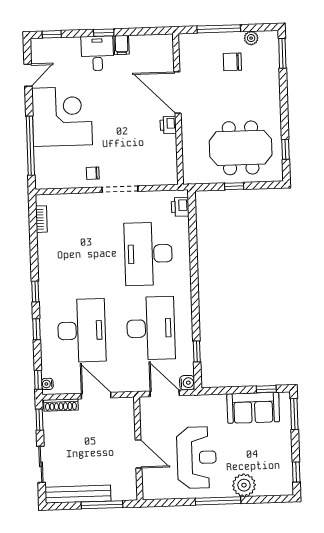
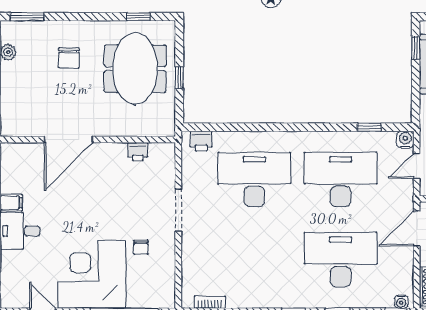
chair: (232, 62) -> (69, 58), moved
printer: (168, 125) -> (138, 152), moved
chair: (93, 173) -> (141, 247), moved
desk: (148, 254) -> (254, 180), turned 180
door: (165, 393) -> (417, 166), width x0.73
door: (96, 396) -> (417, 229), moved

